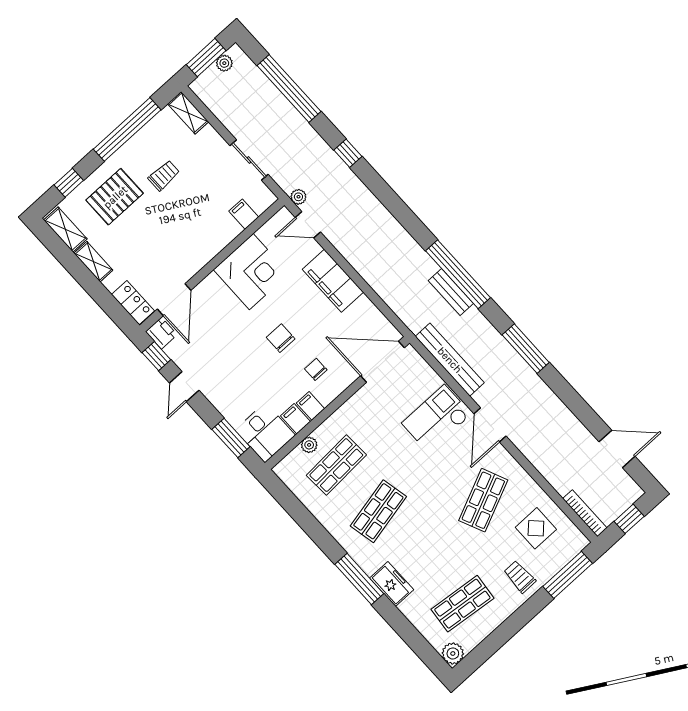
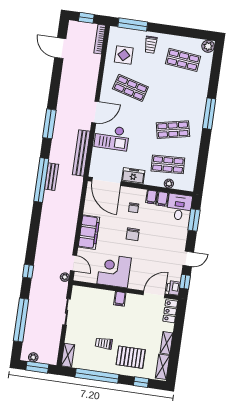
filing cabinet: (244, 214) -> (120, 299), moved
shop shelf: (483, 500) -> (130, 88), turned 39
freezer: (392, 584) -> (133, 176), moved, turned 90

